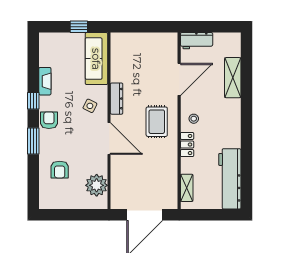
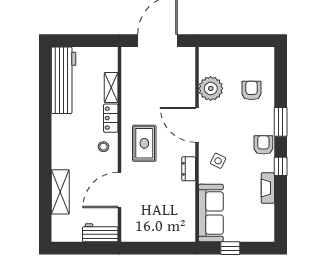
dresser: (117, 99) -> (189, 169), width x0.70
armchair: (49, 120) -> (263, 145), turned 180
plant: (97, 185) -> (211, 88), moved
shelving: (187, 188) -> (111, 88), moved

